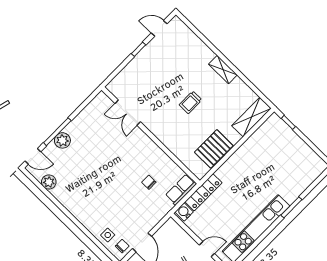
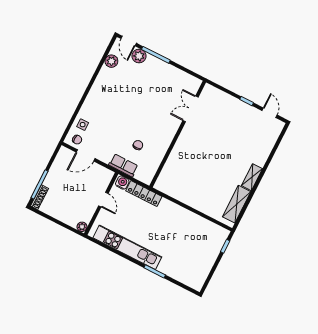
trolley: (191, 102) -> (216, 159), removed
shelving: (251, 117) -> (237, 204), moved, turned 90
plant: (62, 140) -> (139, 56), moved
pallet: (214, 149) -> (183, 191), removed
row of seats: (181, 190) -> (123, 165), moved
door: (207, 249) -> (103, 200), moved

